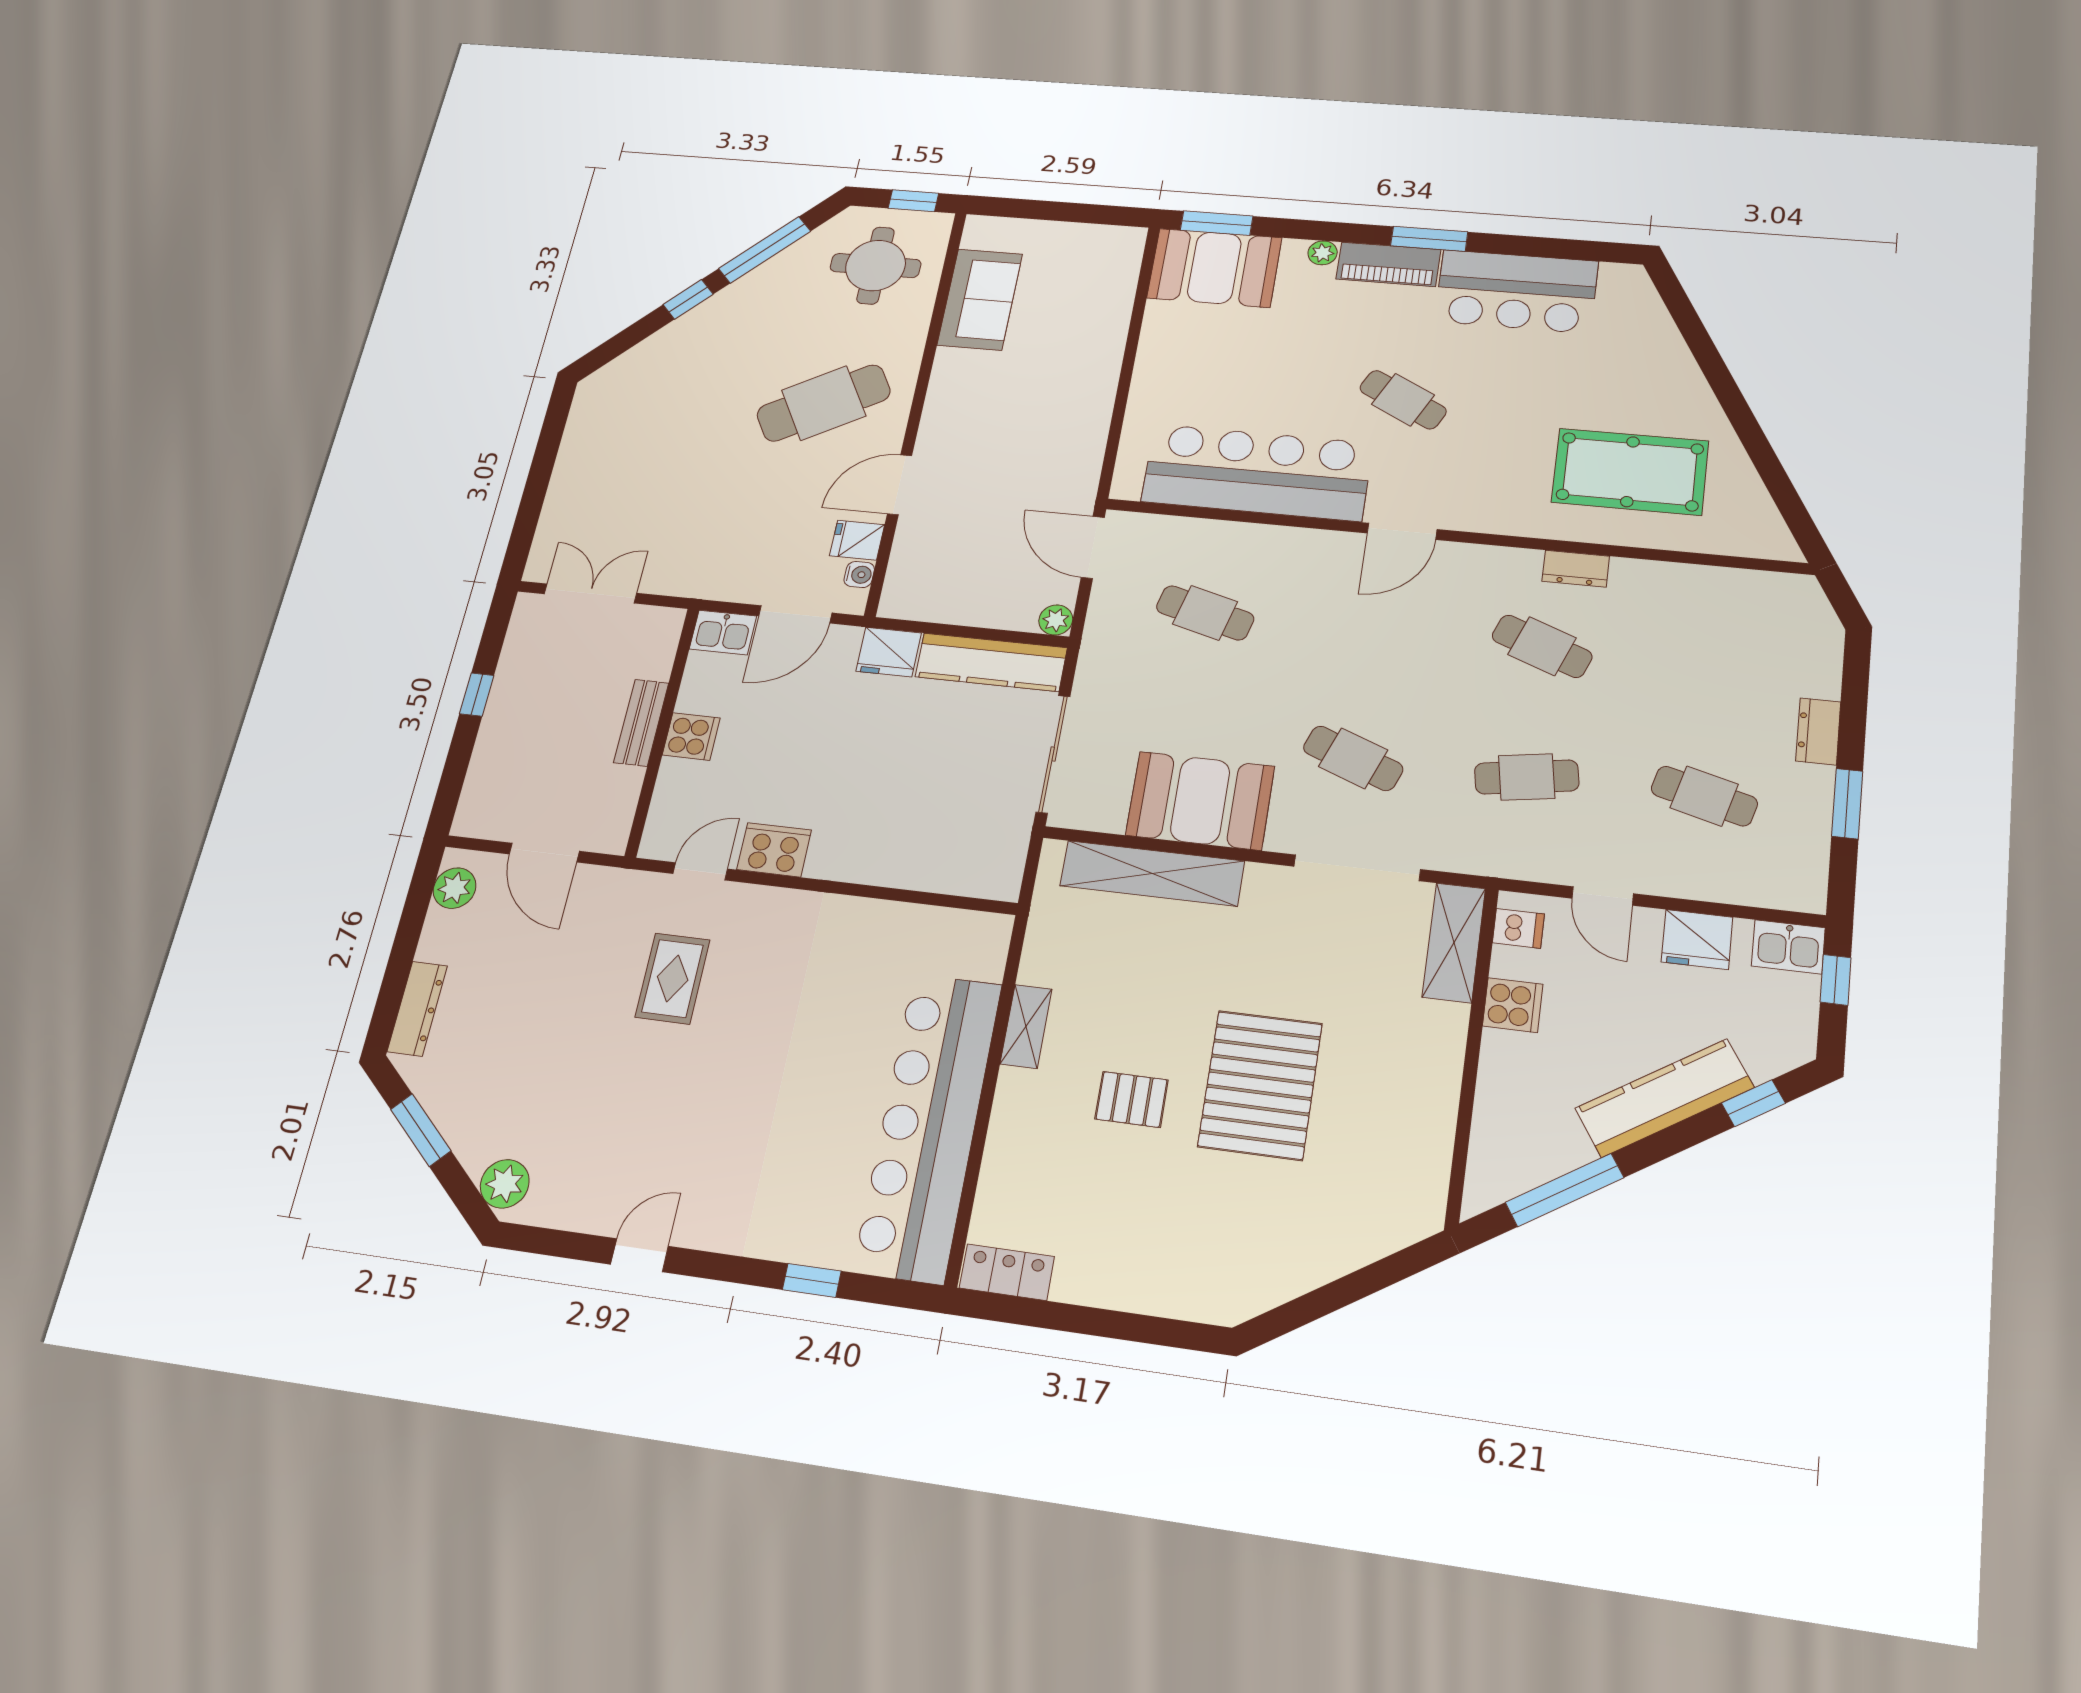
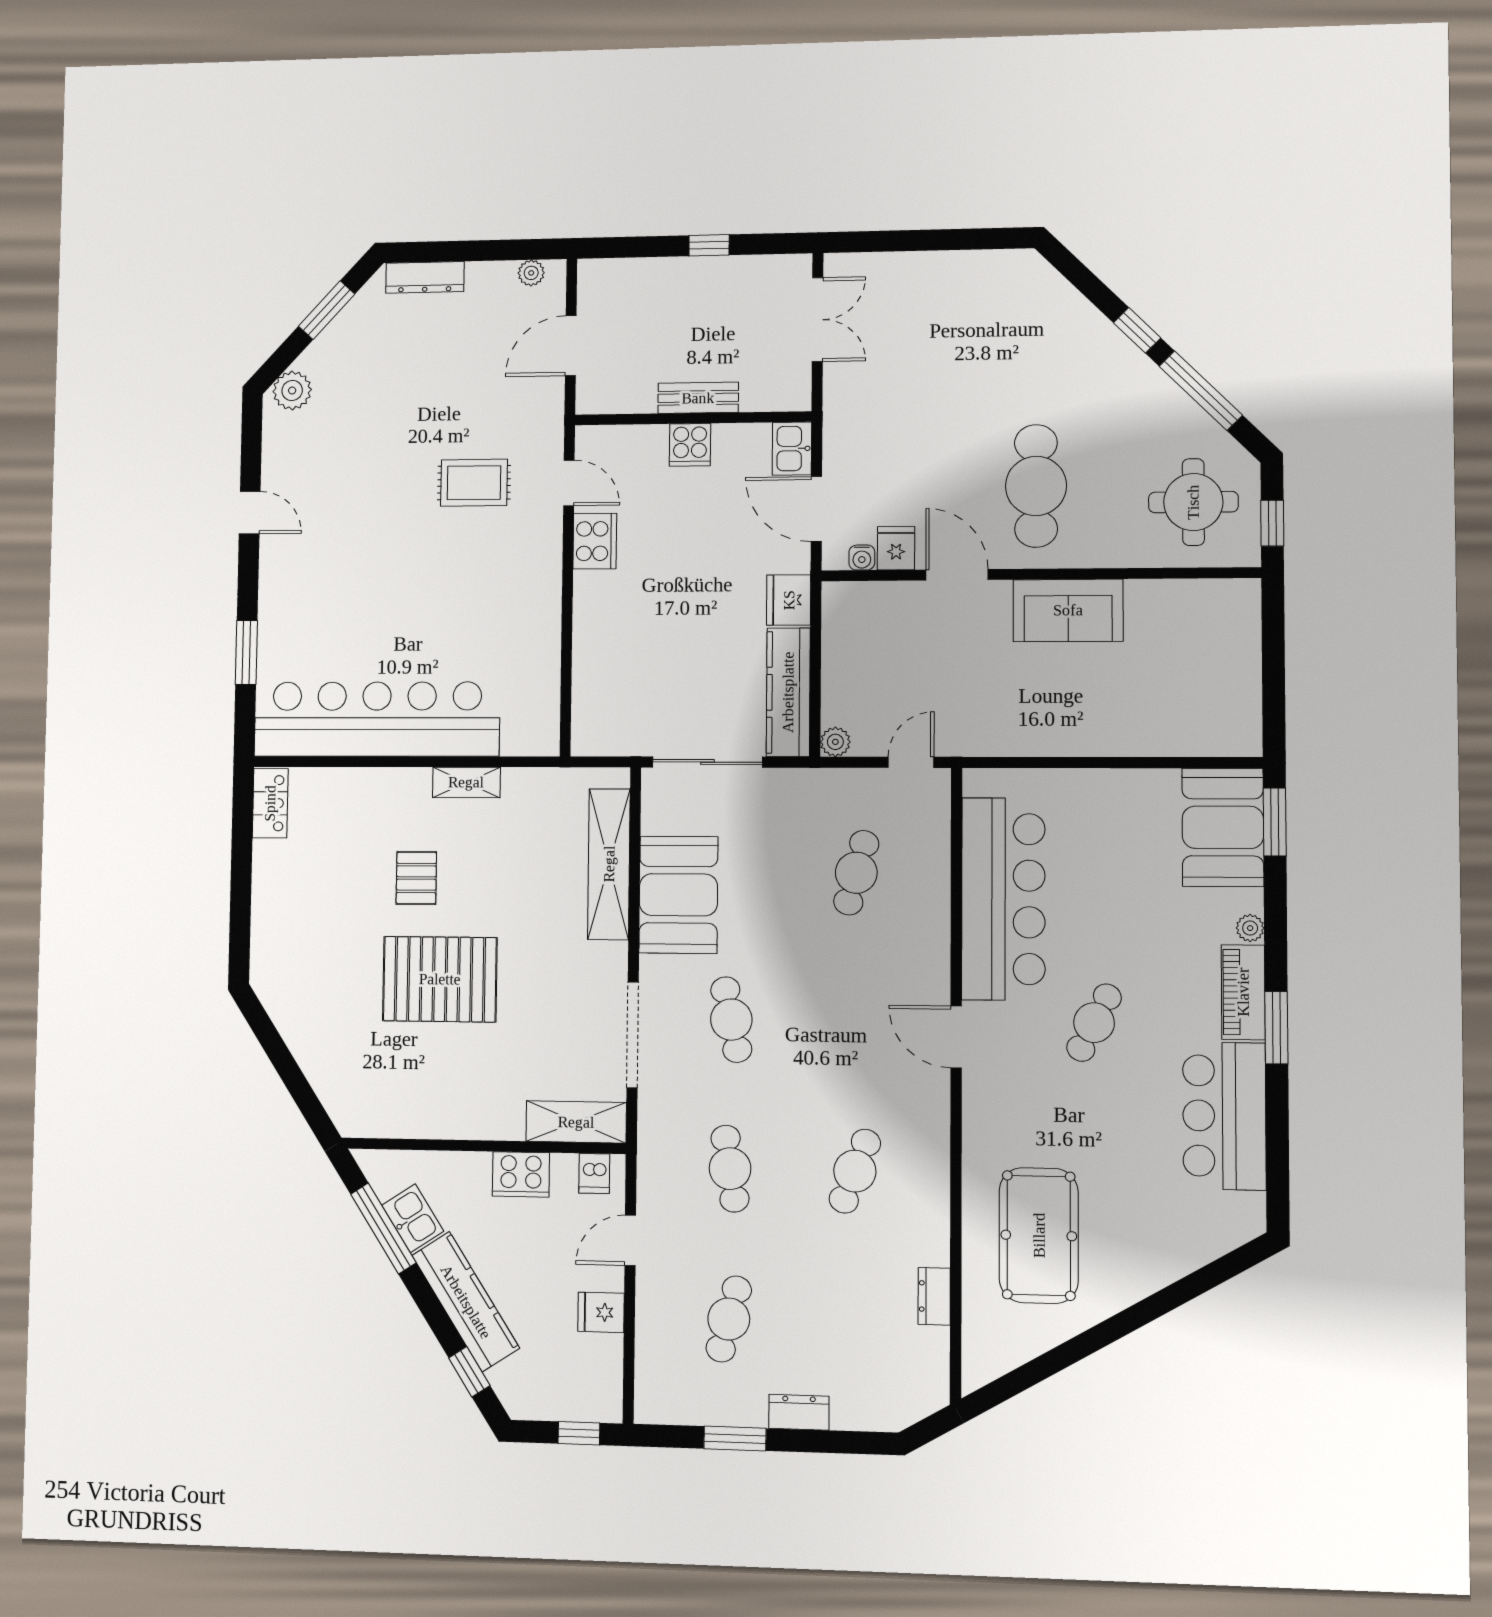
sofa: (980, 299) -> (1068, 610), moved
cafe table: (824, 403) -> (1036, 486), turned 30
door: (1093, 547) -> (911, 762), width x0.73
dresser: (1576, 569) -> (934, 1296), moved
cafe table: (1353, 758) -> (731, 1020), turned -33
plant: (455, 888) -> (531, 273), width x0.73, depth x0.73
fridge: (1697, 939) -> (601, 1312), width x0.72
kitchen sink: (1788, 947) -> (413, 1218), moved, turned 147
cooker: (1513, 1005) -> (521, 1174), width x1.36
window: (812, 1280) -> (246, 652), width x1.50

